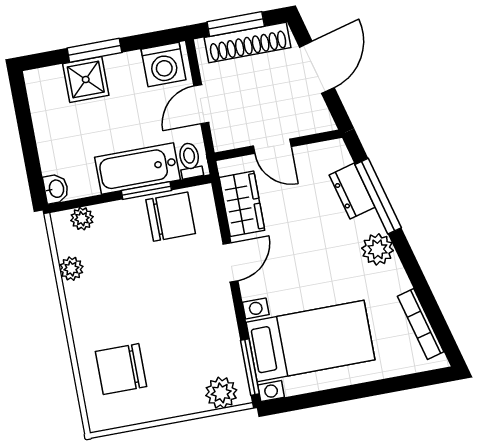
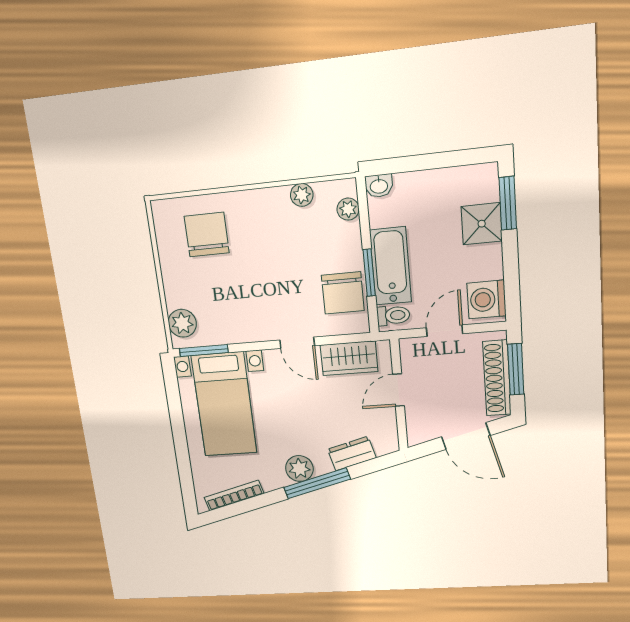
window: (94, 50) -> (508, 203), moved
door: (201, 104) -> (444, 331), hinge flipped
window: (378, 196) -> (317, 483), moved

